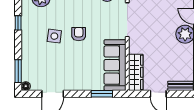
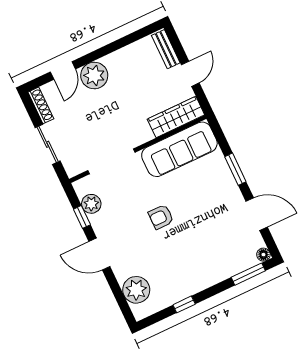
side table: (54, 36) -> (179, 248), removed
window: (102, 94) -> (235, 169), moved

